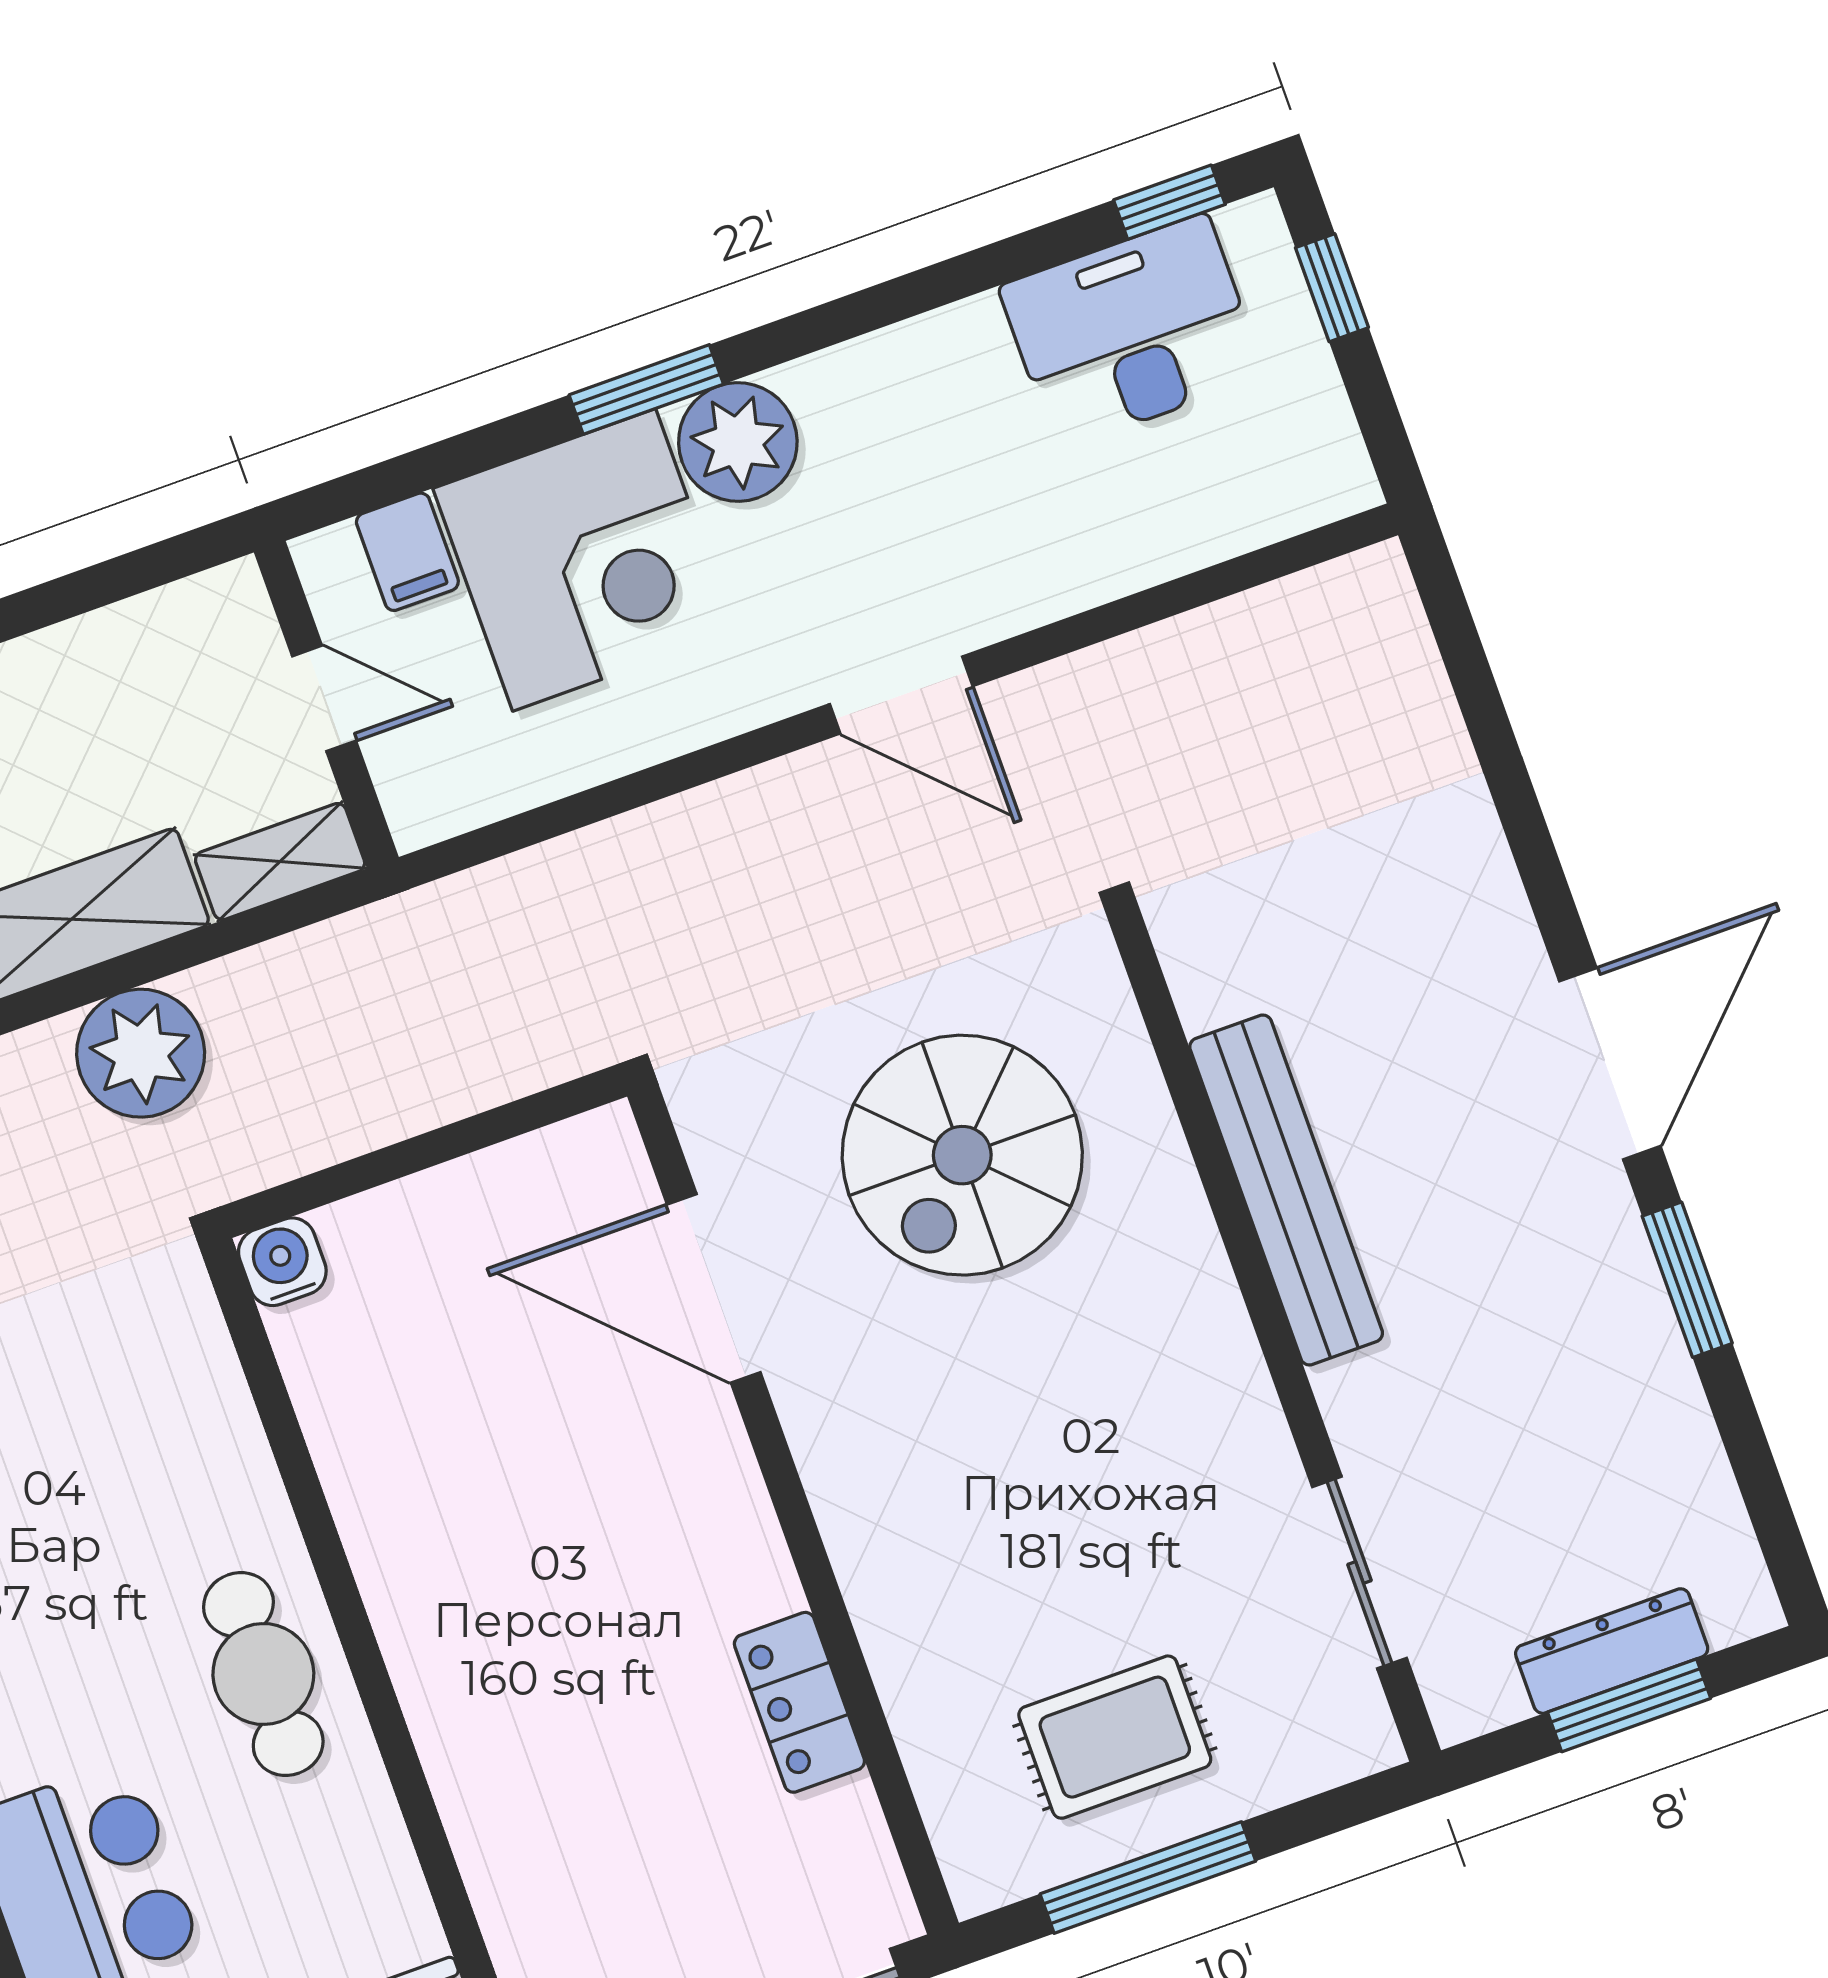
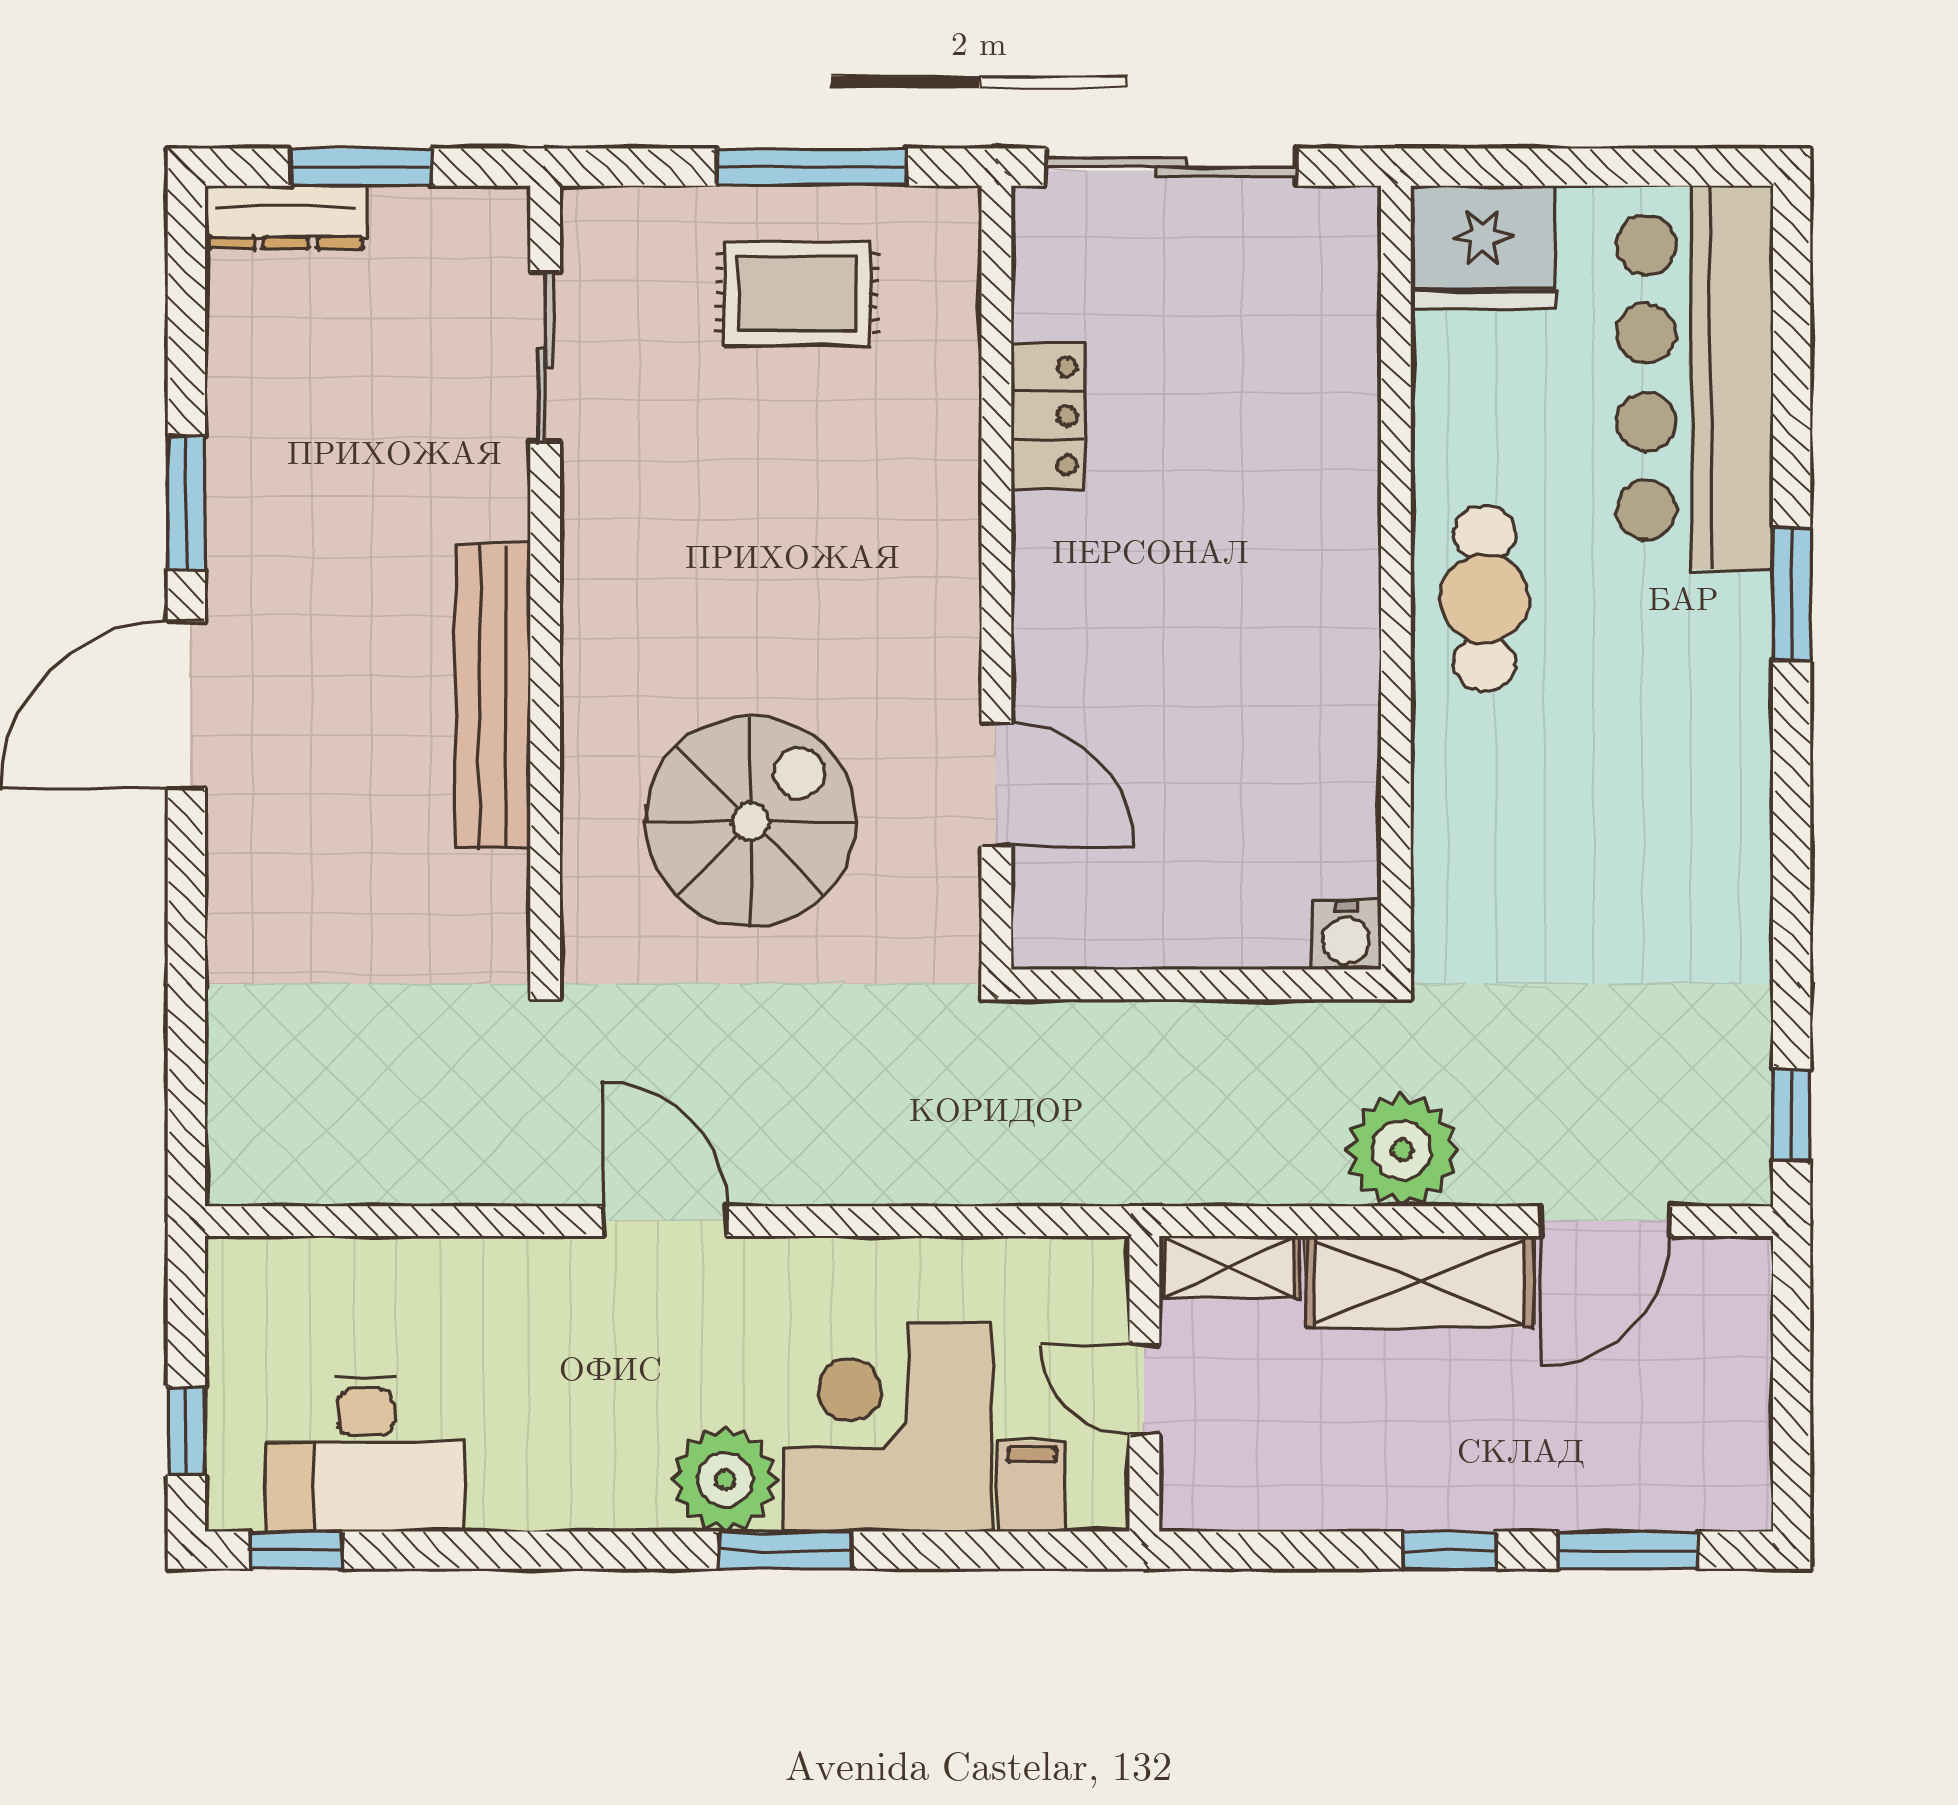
door: (714, 1288) -> (996, 785), width x0.73
dresser: (1612, 1651) -> (286, 217), moved

